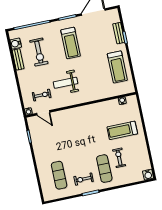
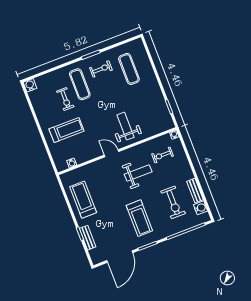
treadmill: (71, 43) -> (139, 218), turned 180
exercise bike: (39, 52) -> (173, 202), turned 180
door: (43, 113) -> (111, 153), moved
weight bench: (70, 126) -> (125, 126), added

